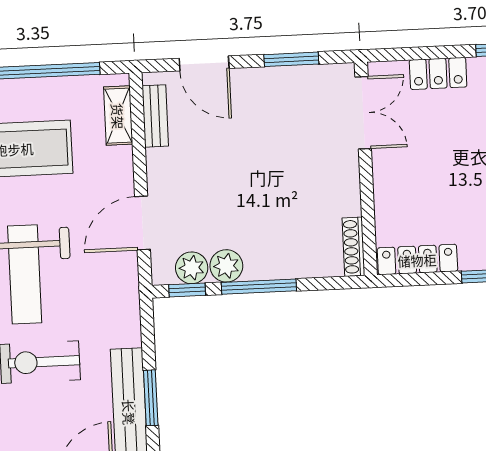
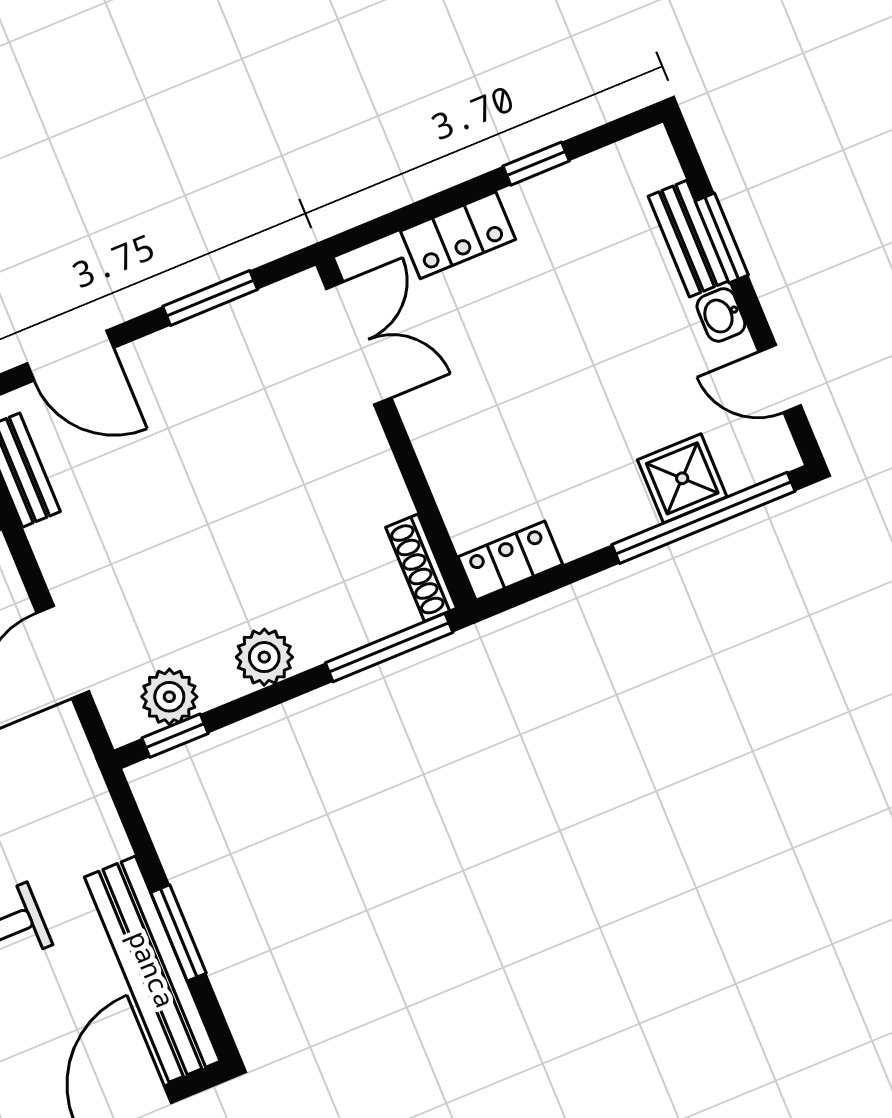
locker: (417, 260) -> (510, 561), width x0.66
plant: (226, 266) -> (264, 657), moved
window: (259, 287) -> (389, 648), moved

